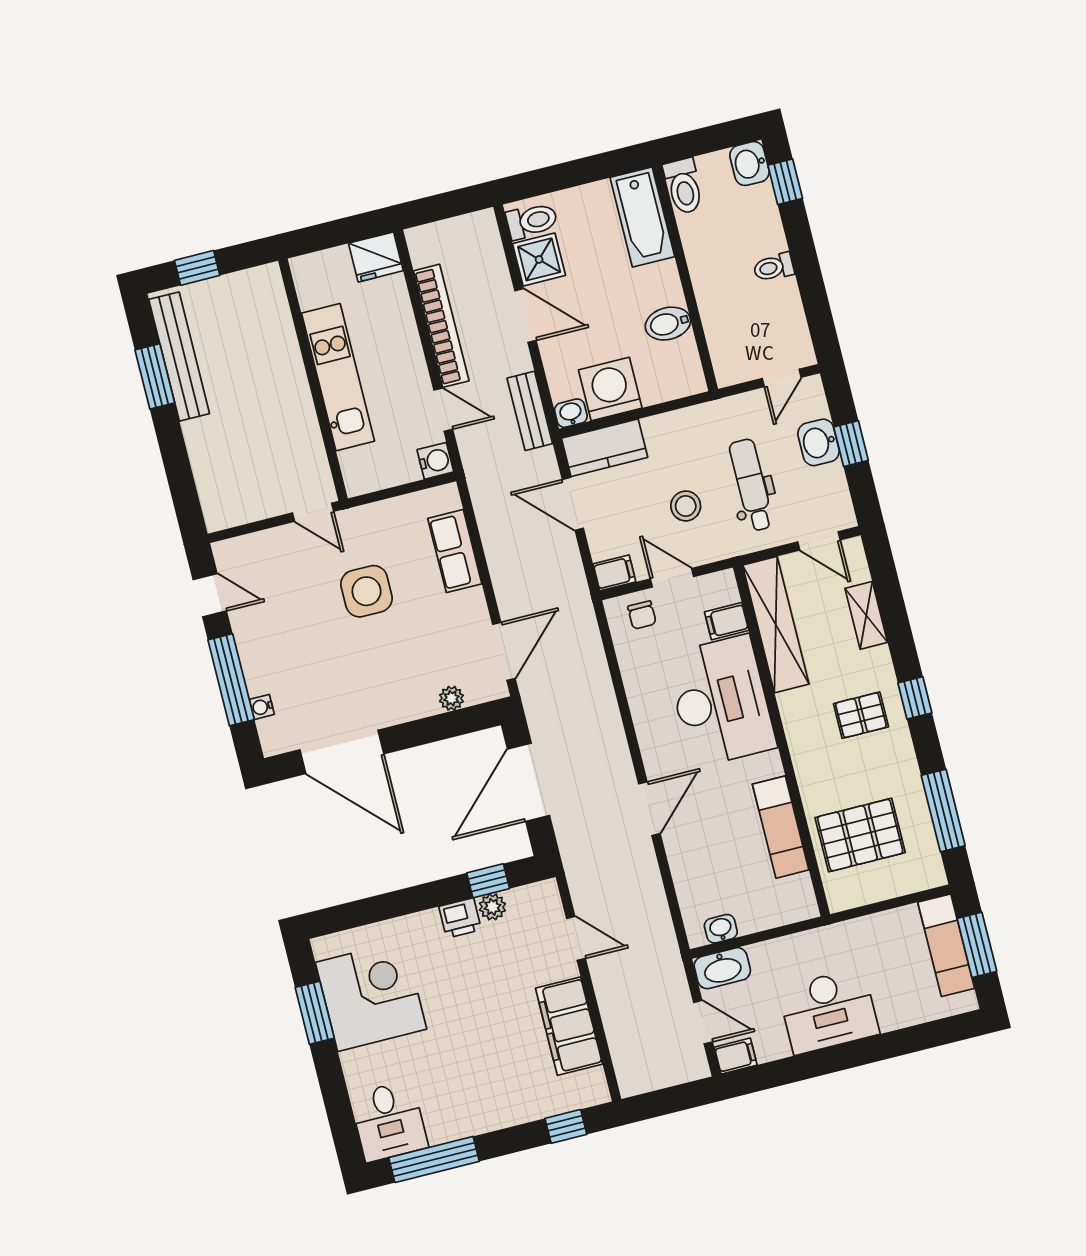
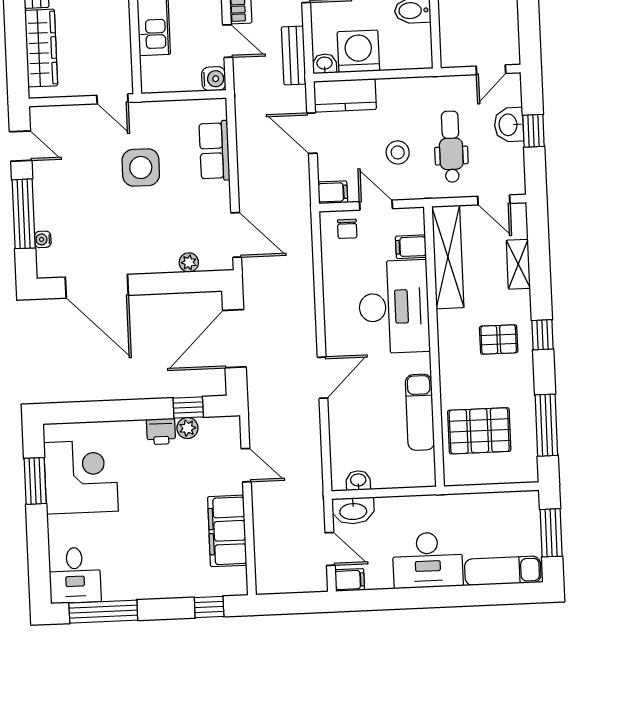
wardrobe: (210, 467) -> (41, 48), added
door: (504, 651) -> (236, 235), hinge flipped
exam couch: (946, 945) -> (503, 571), moved, turned 90

